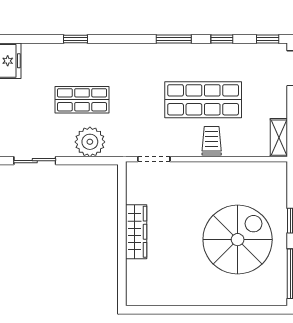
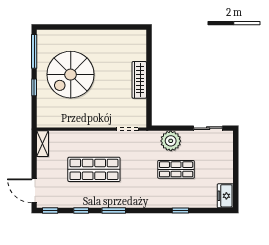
trolley: (212, 141) -> (88, 142), removed

